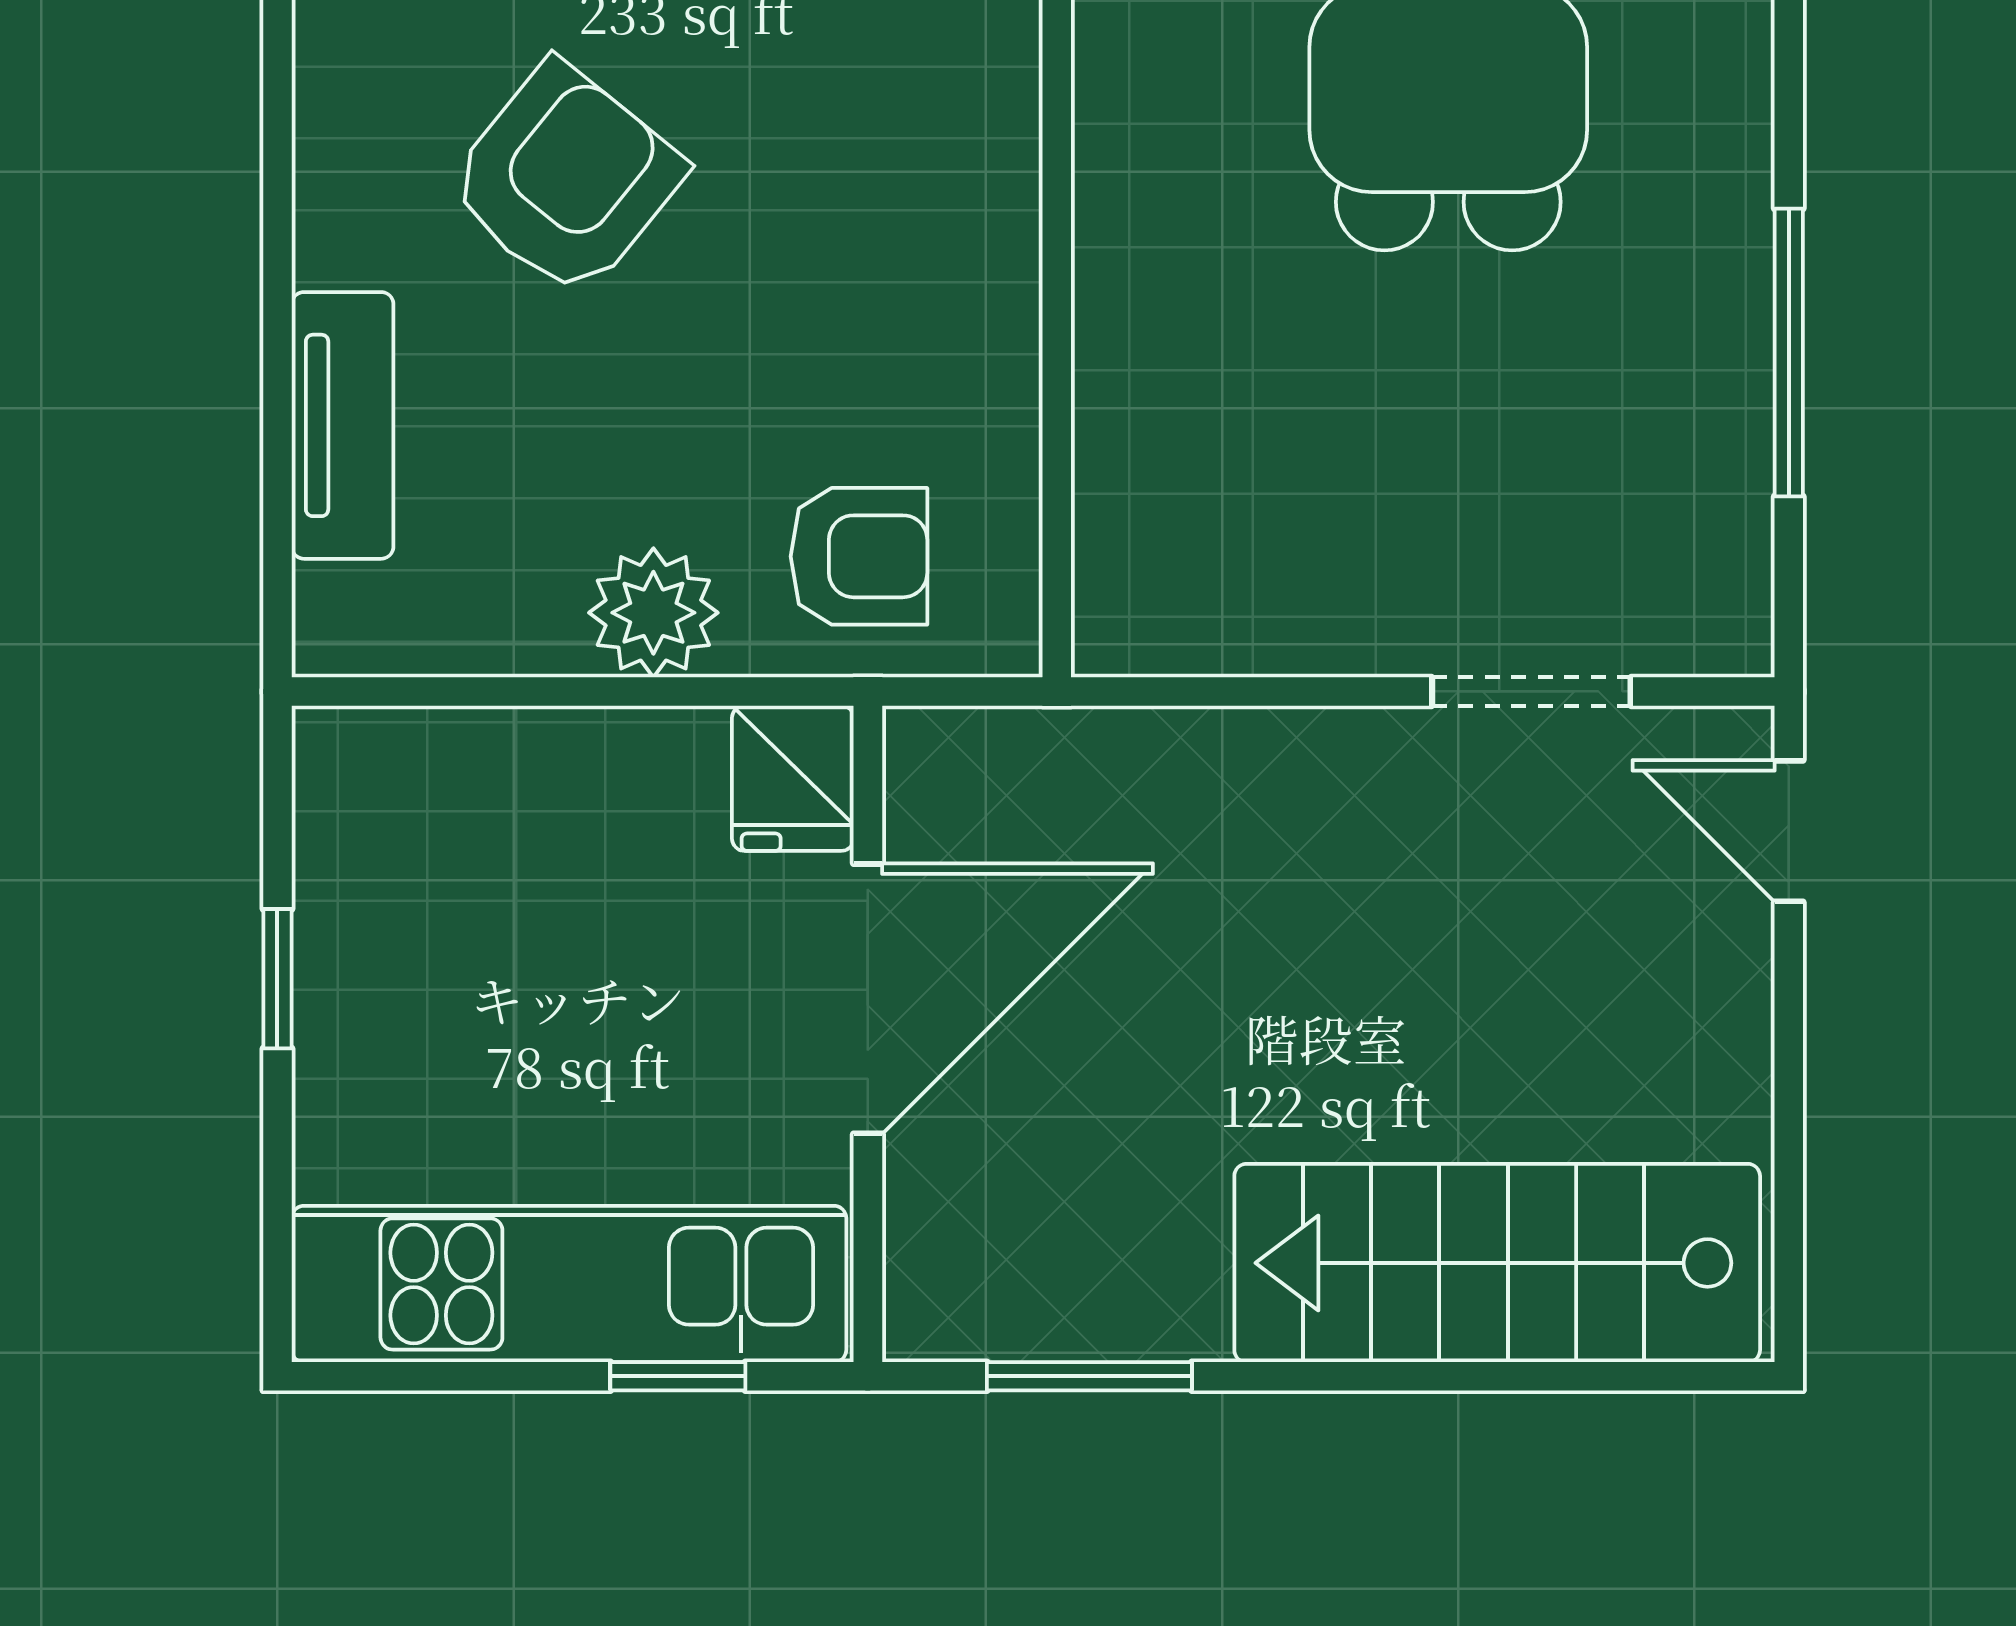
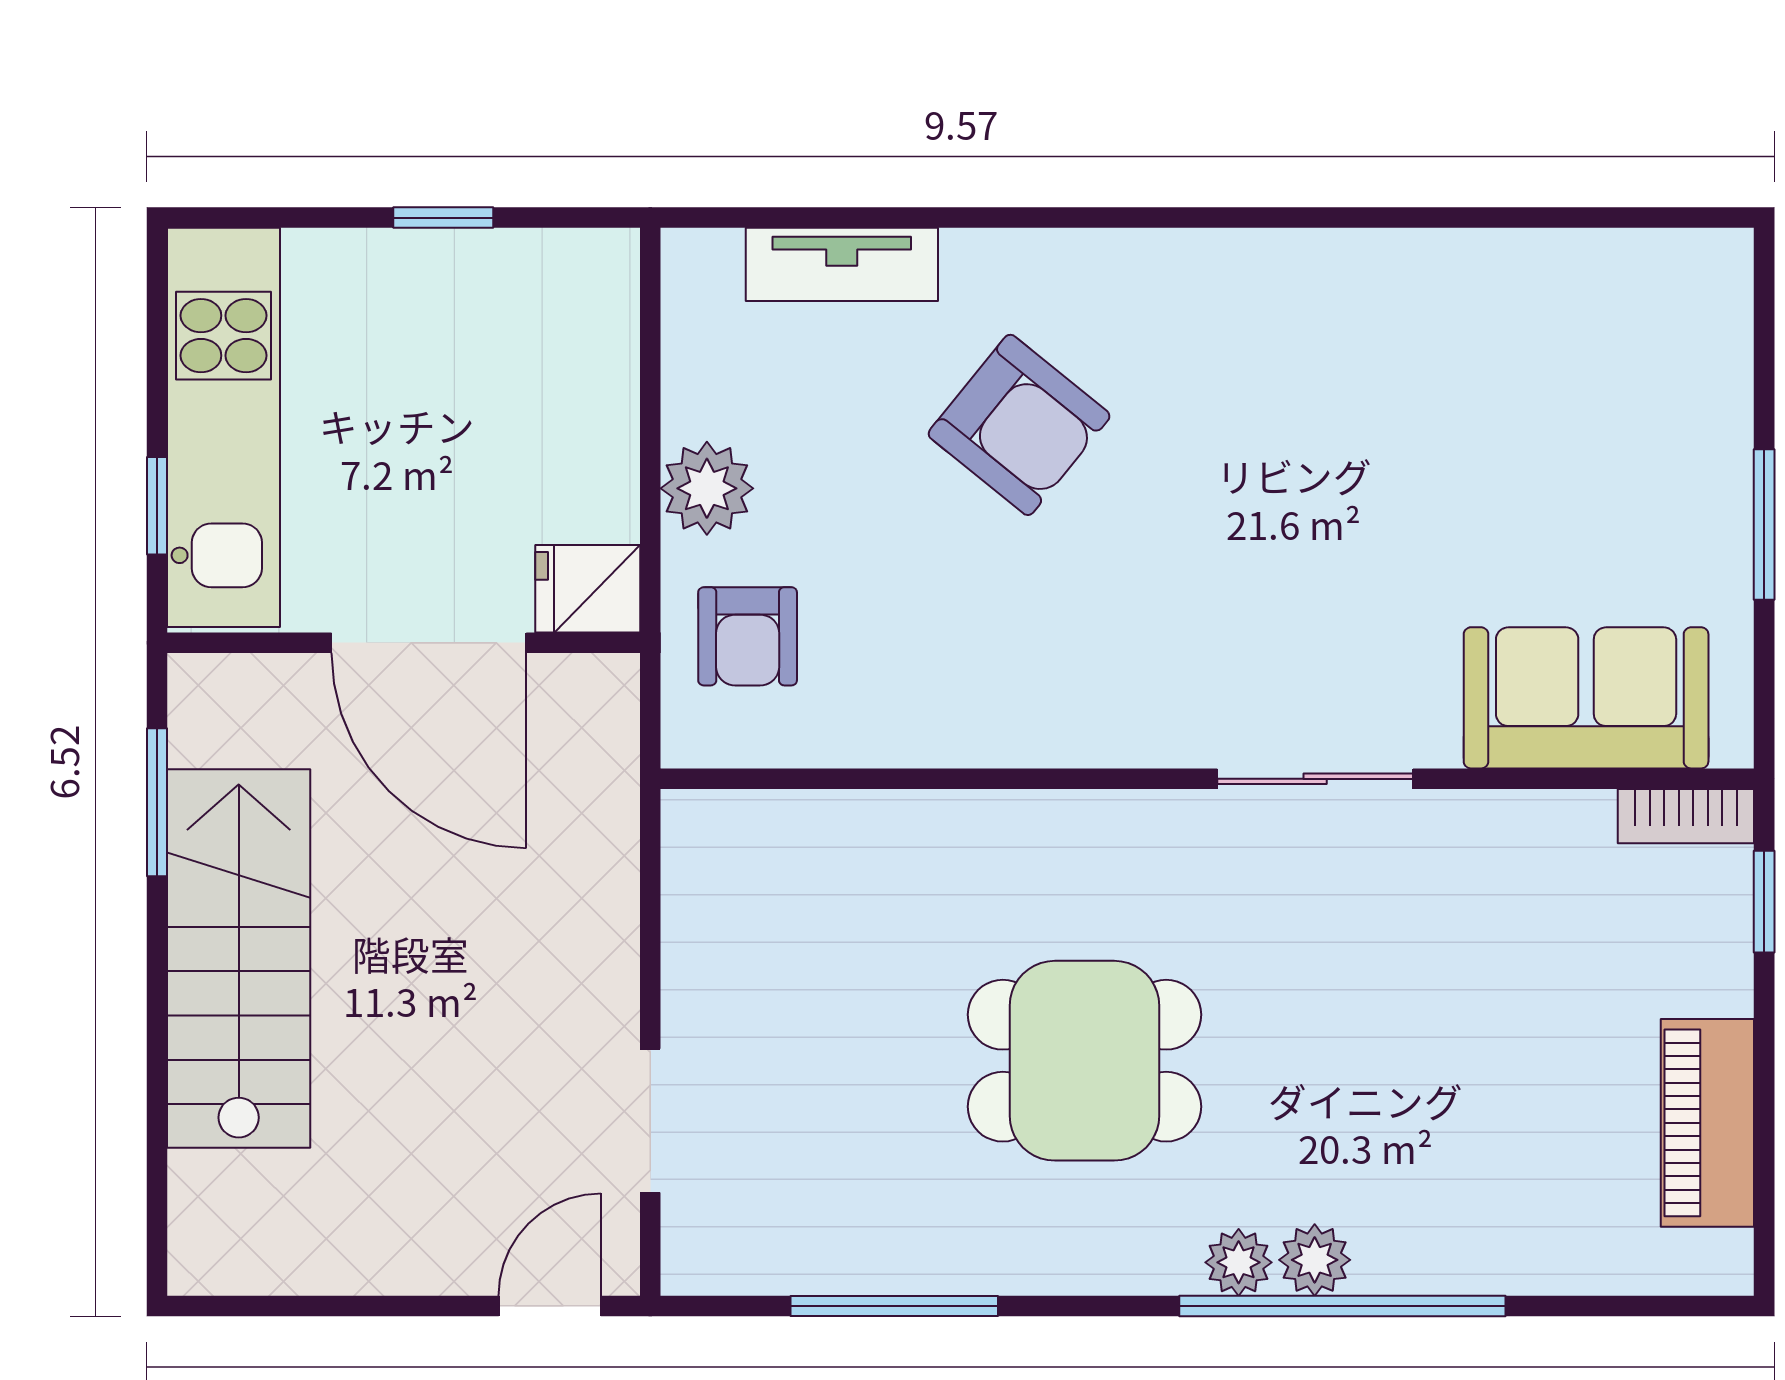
stairs: (1497, 1263) -> (239, 959), moved

